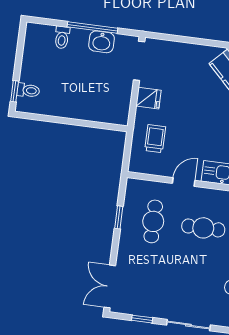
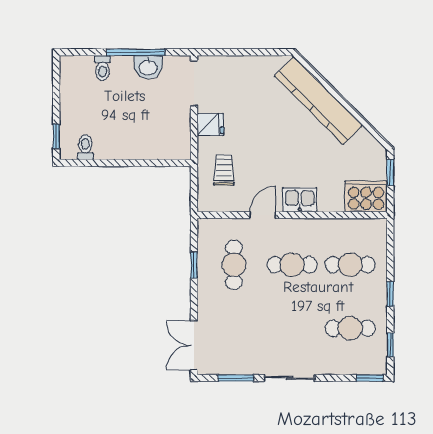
toilet: (28, 90) -> (85, 147), moved, turned -90
window: (142, 319) -> (236, 378), width x1.50

